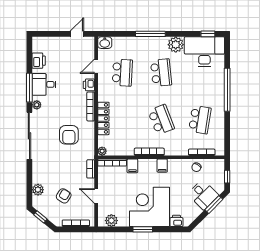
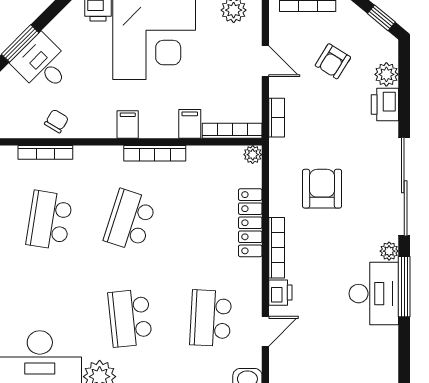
printer: (39, 61) -> (385, 105), moved
desk: (44, 84) -> (374, 294), width x1.37
school desk: (161, 120) -> (130, 220), turned 39

